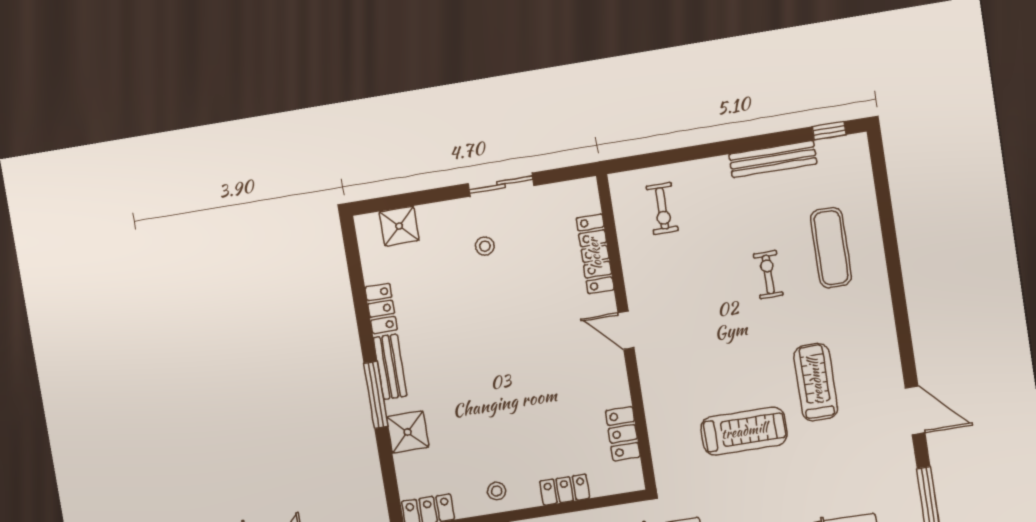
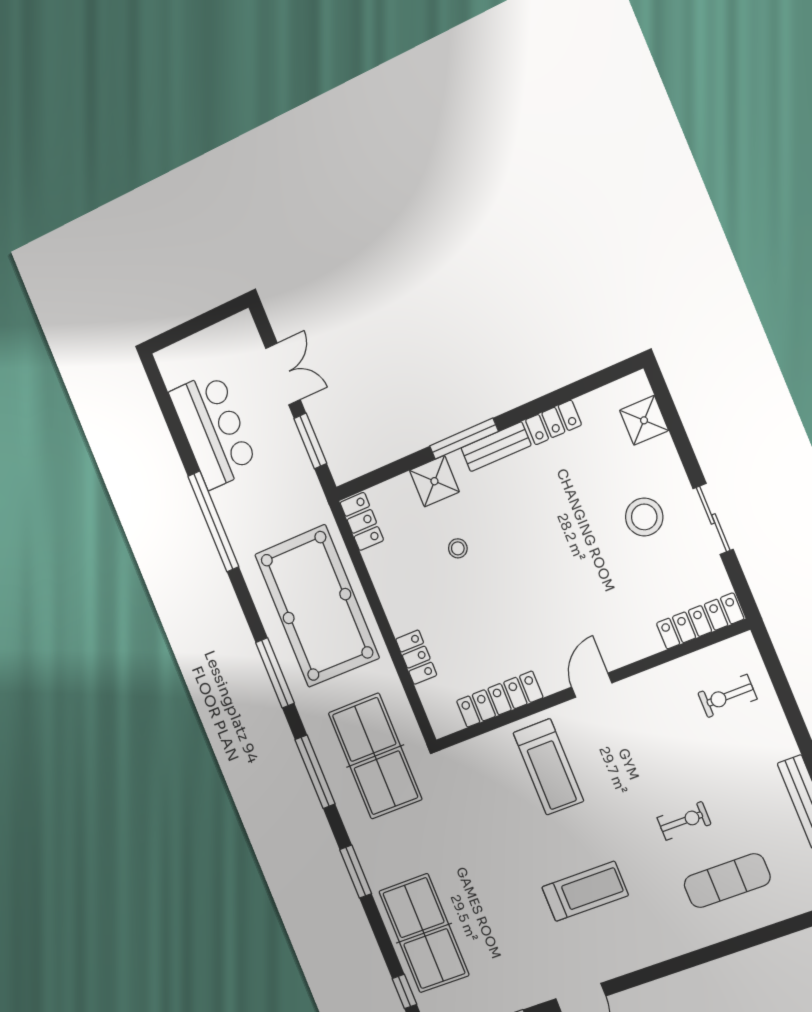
stool: (485, 246) -> (644, 517), width x1.89, depth x1.89
locker: (595, 254) -> (700, 621), moved
treadmill: (744, 431) -> (548, 767), moved
locker: (623, 434) -> (500, 699), width x1.53
stool: (496, 491) -> (458, 548), moved

